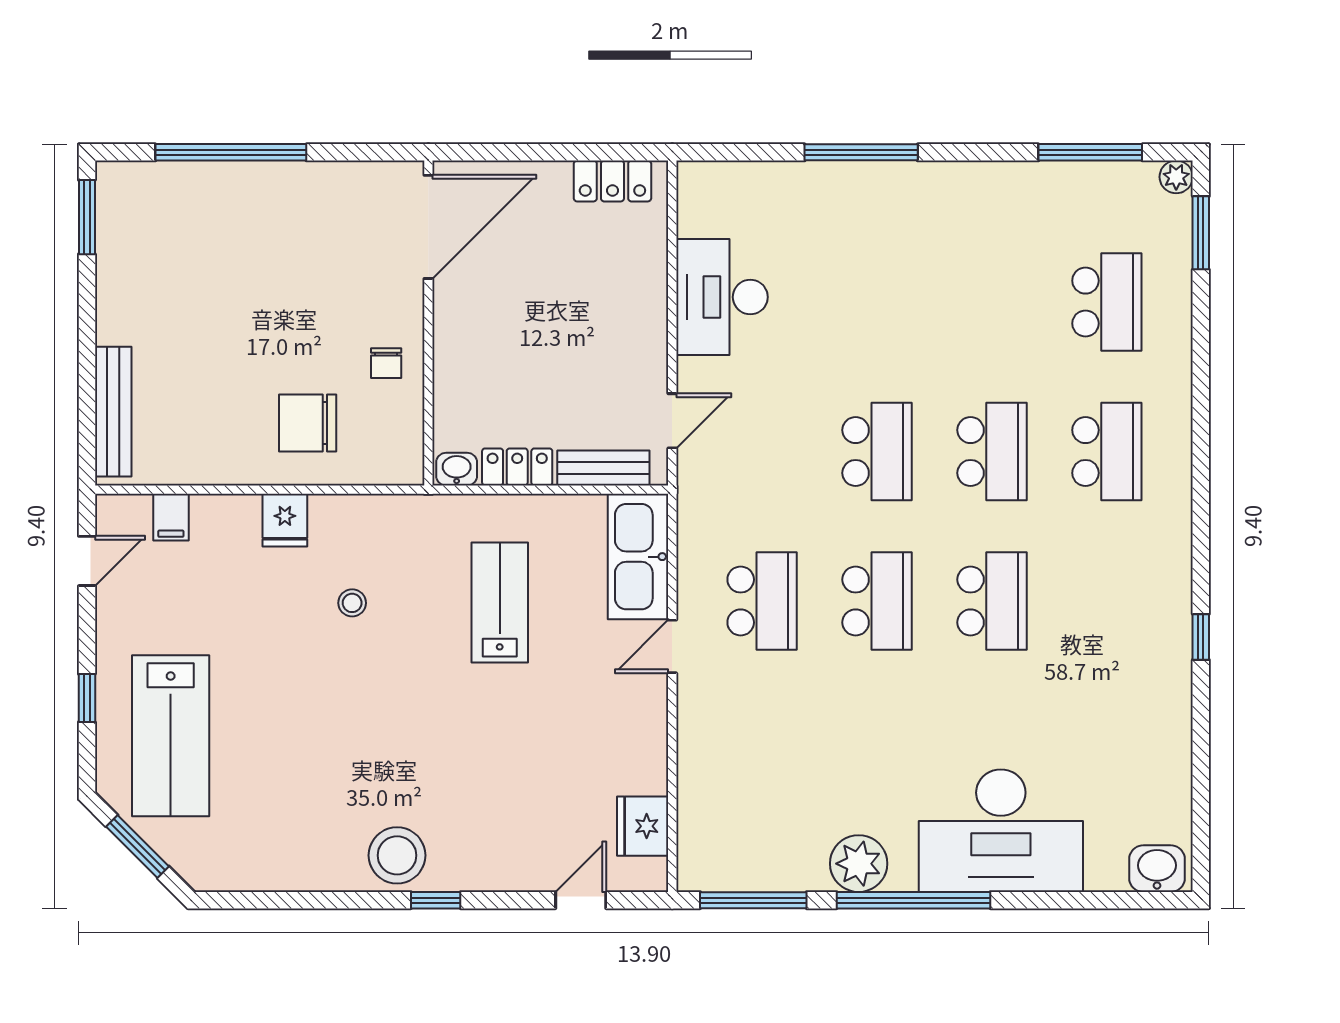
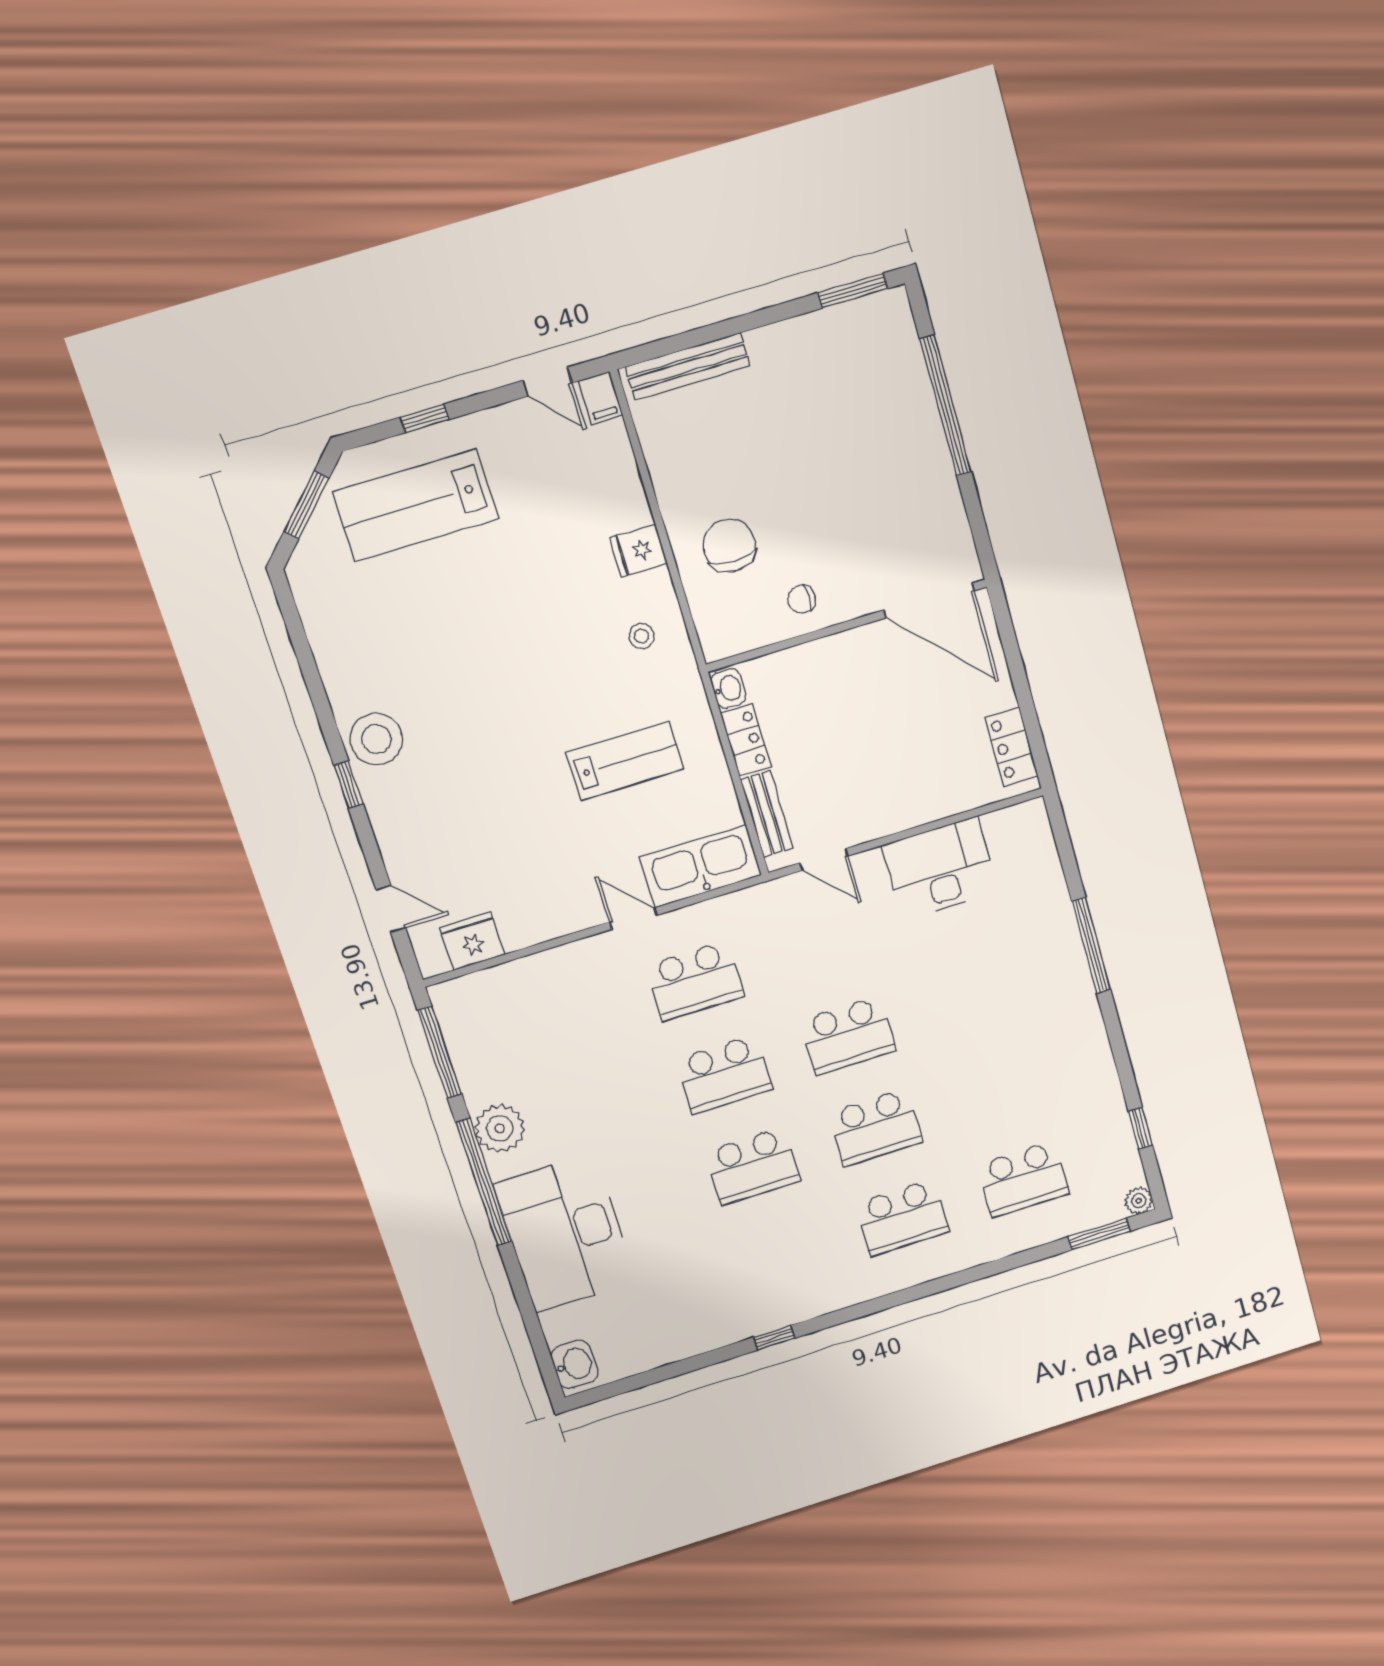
window: (1090, 152) -> (1140, 1128), width x0.46
filing cabinet: (171, 517) -> (601, 398), moved, turned -90
stool: (352, 603) -> (642, 636), moved

